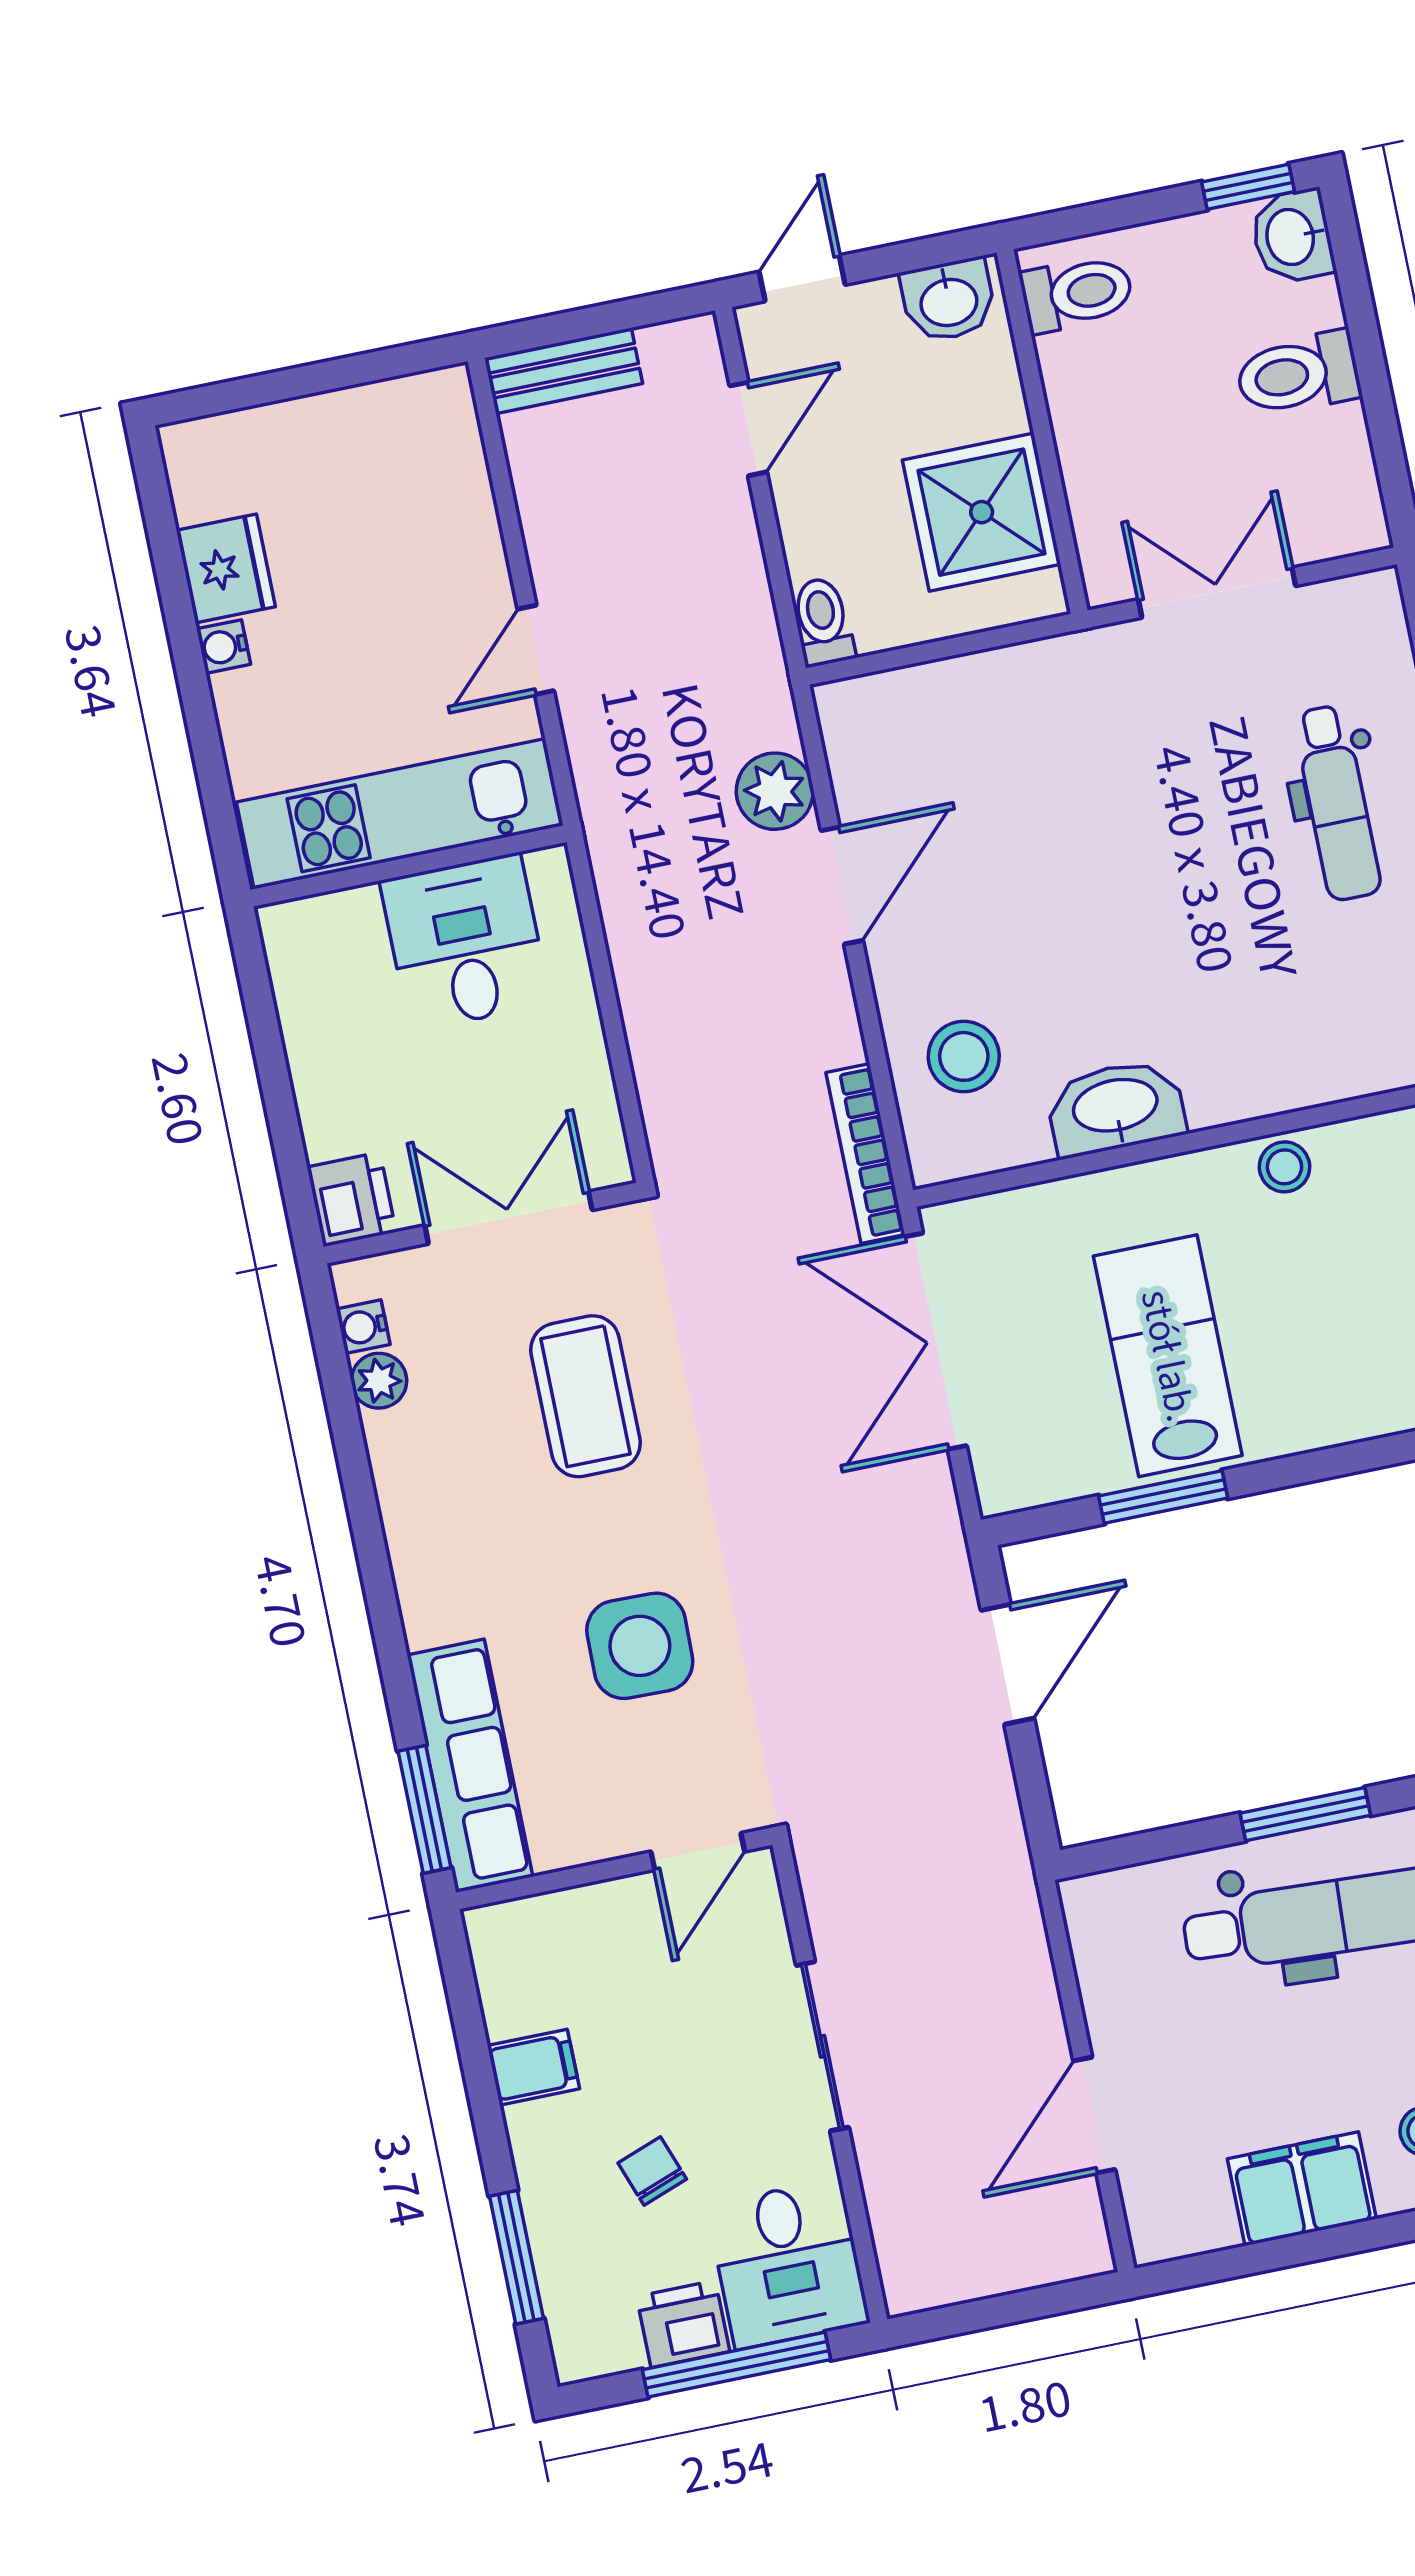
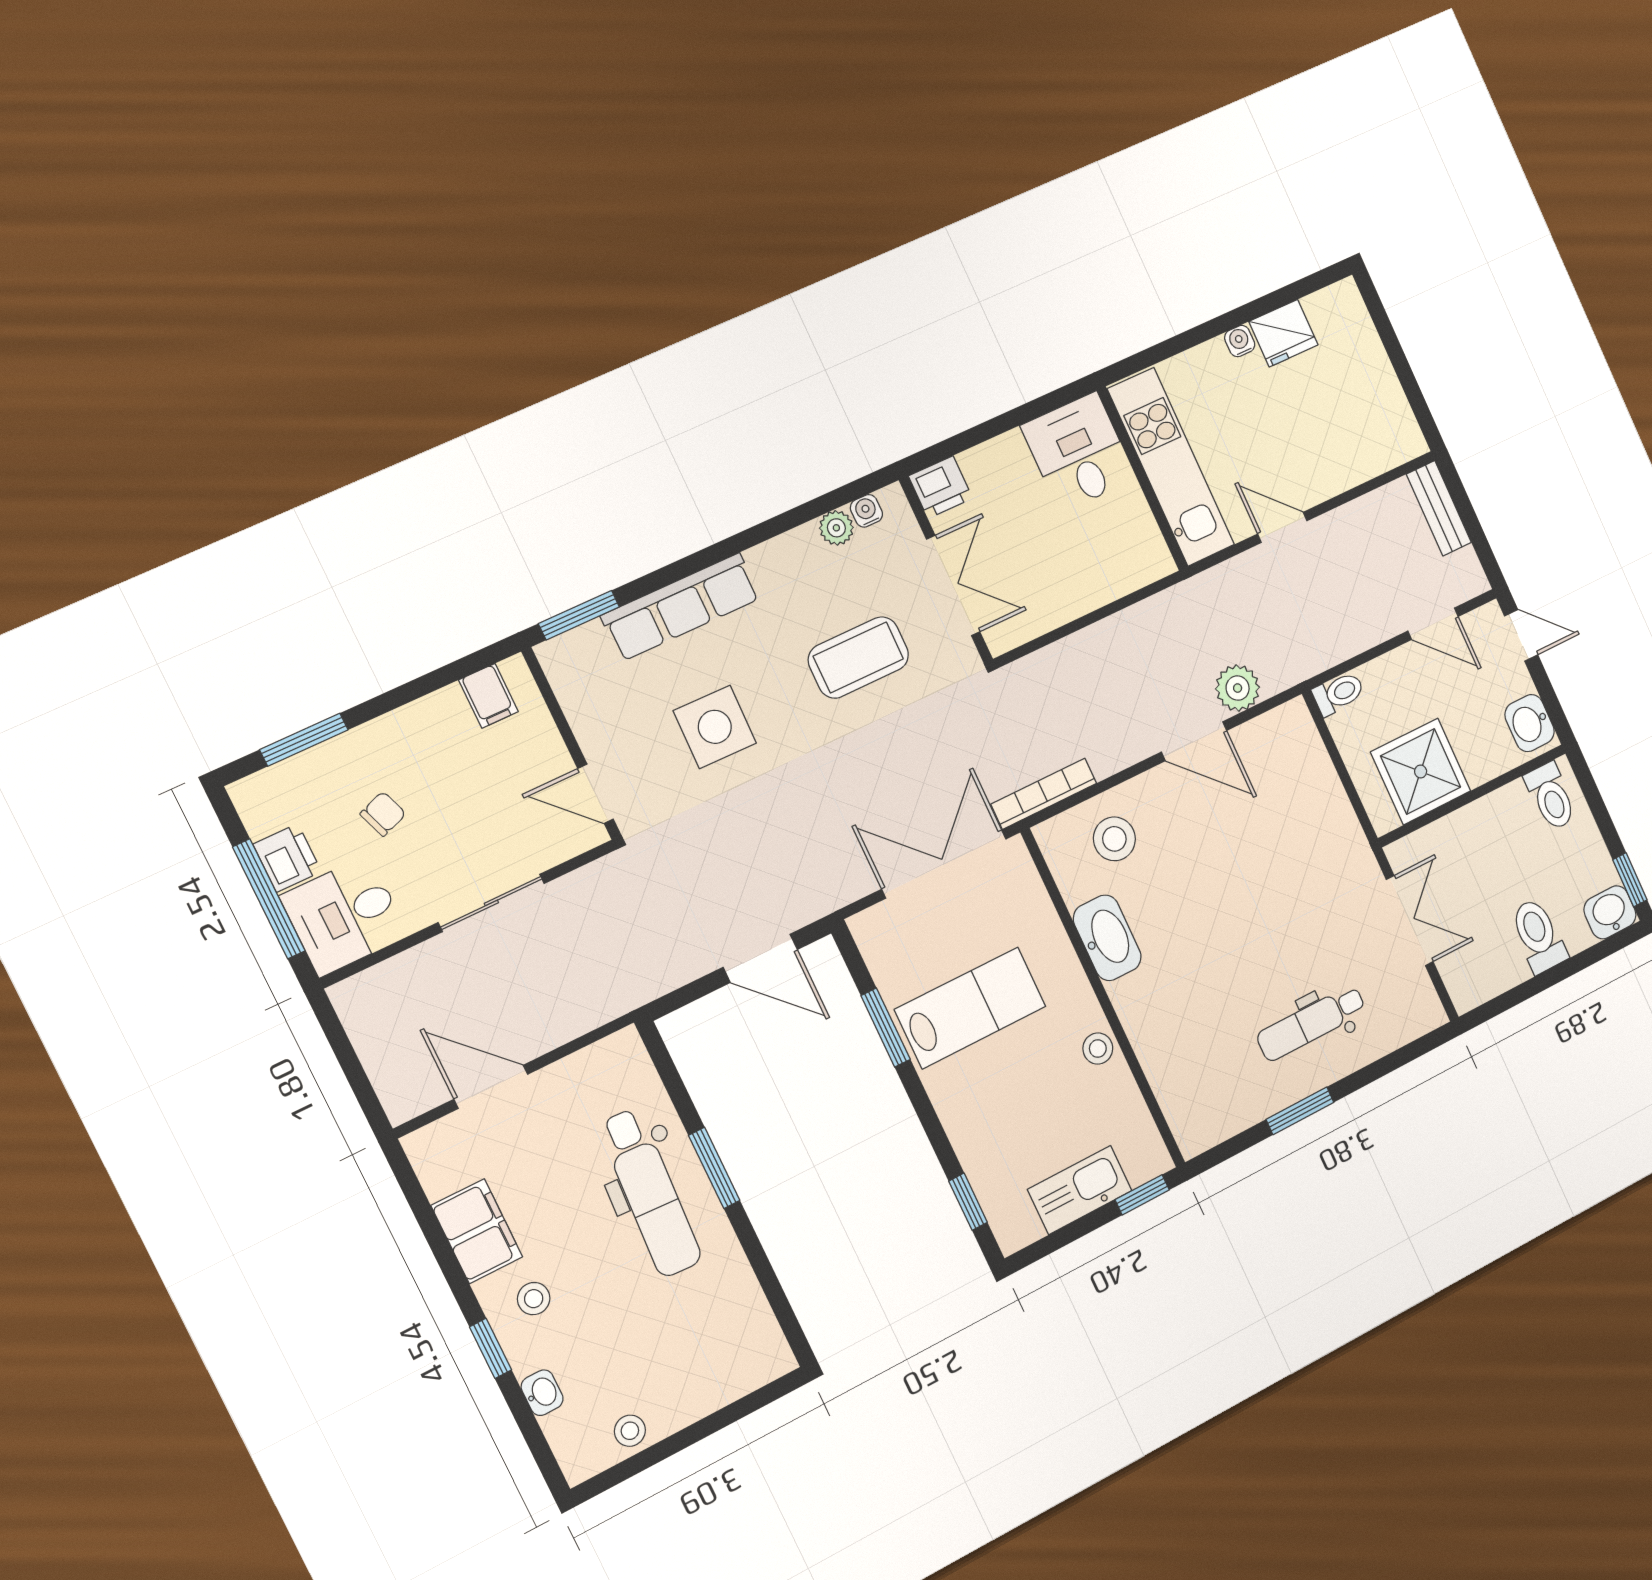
desk: (465, 942) -> (1078, 452), moved, turned -90
row of seats: (470, 1766) -> (681, 607), moved
filing cabinet: (533, 2067) -> (488, 696), moved

